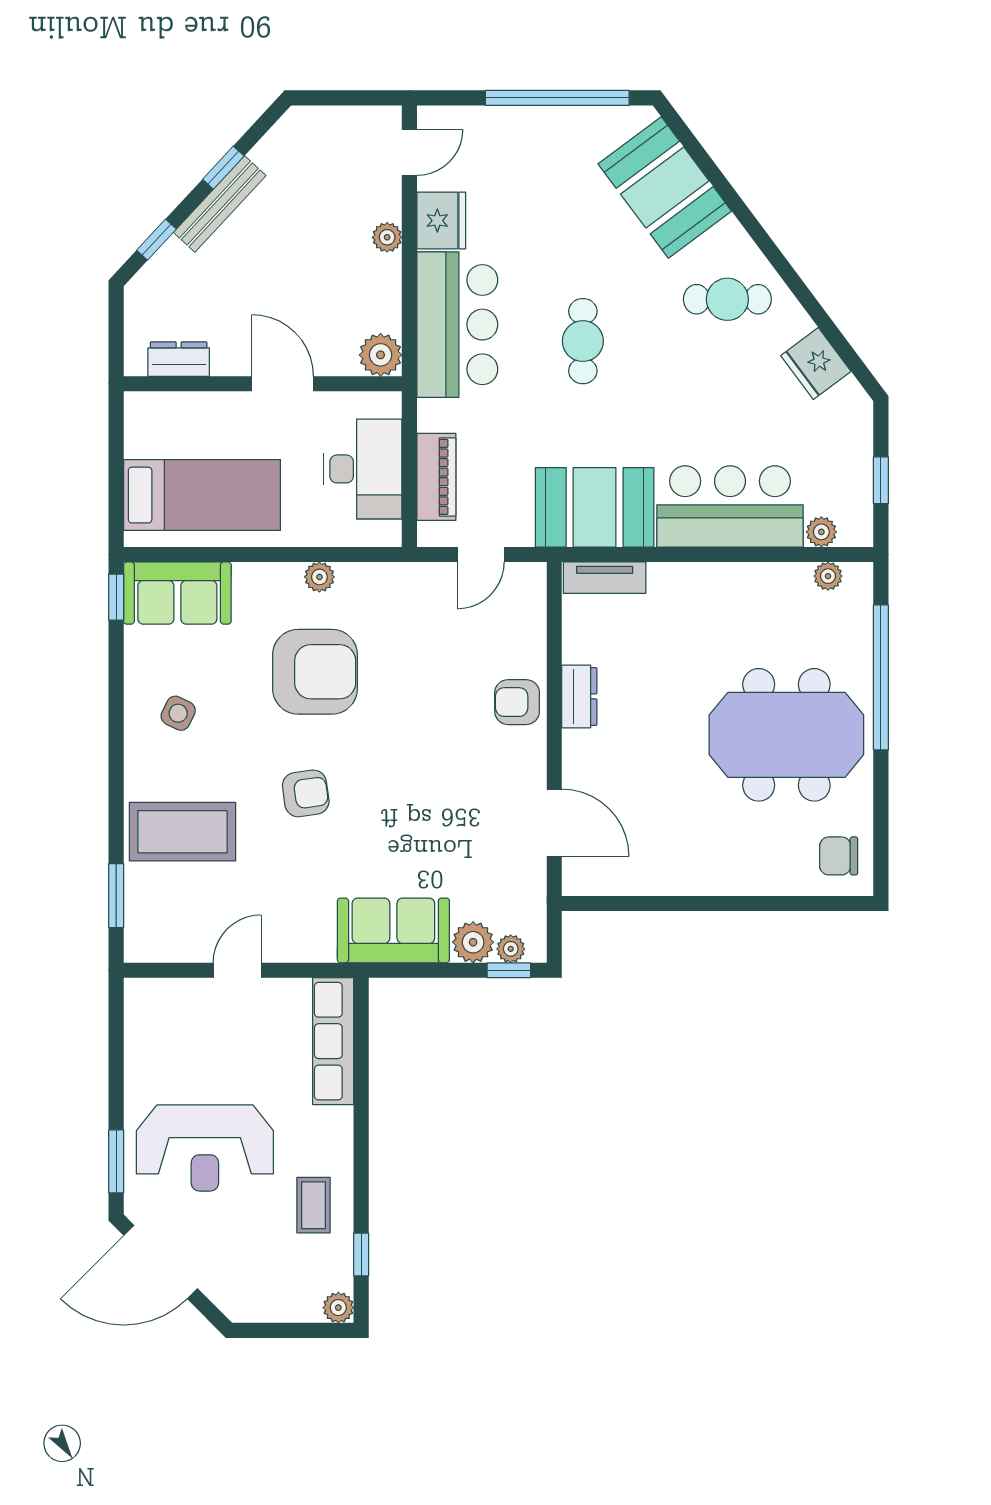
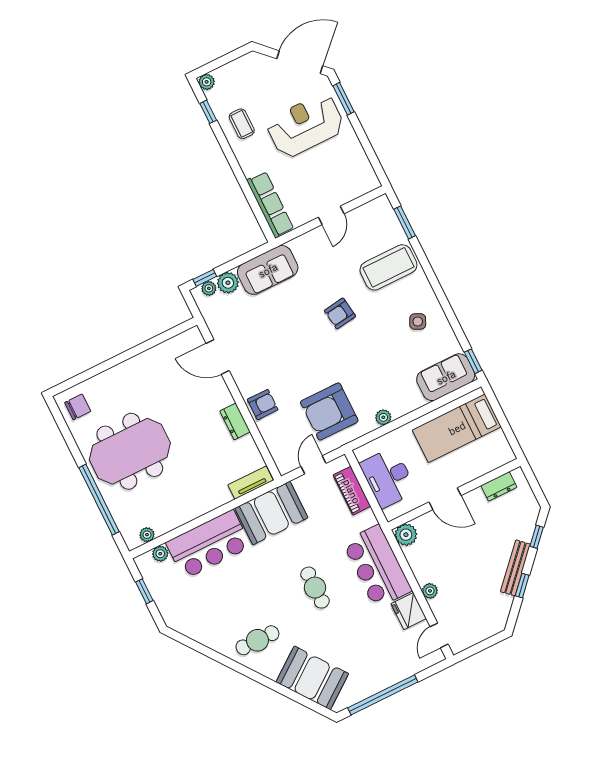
fridge: (816, 363) -> (202, 631), removed
armchair: (315, 672) -> (329, 411), moved

